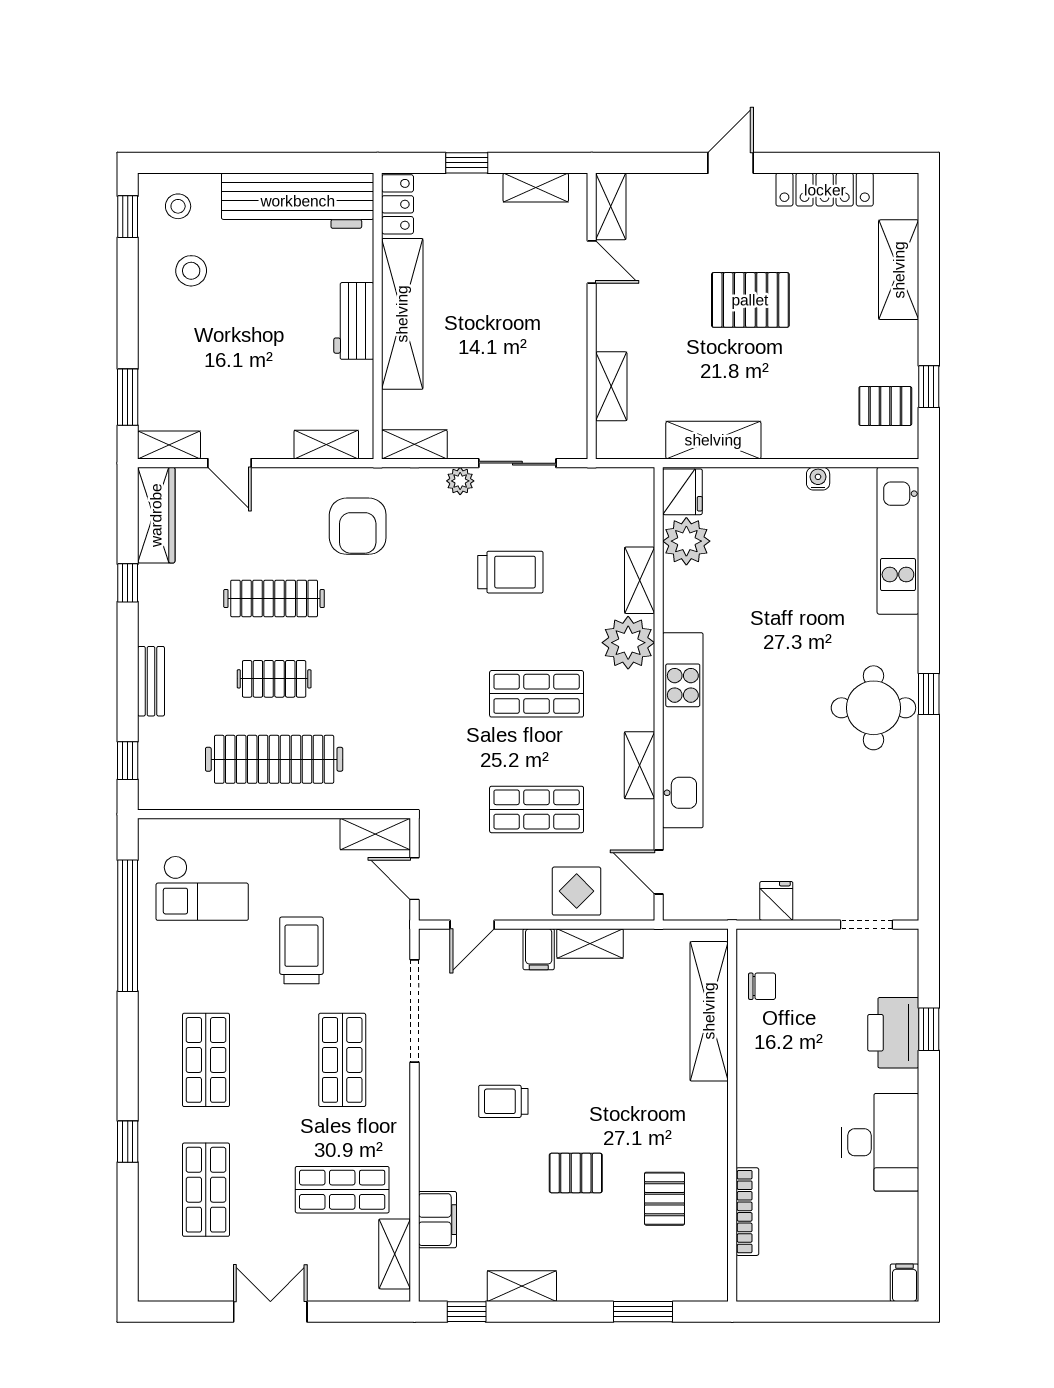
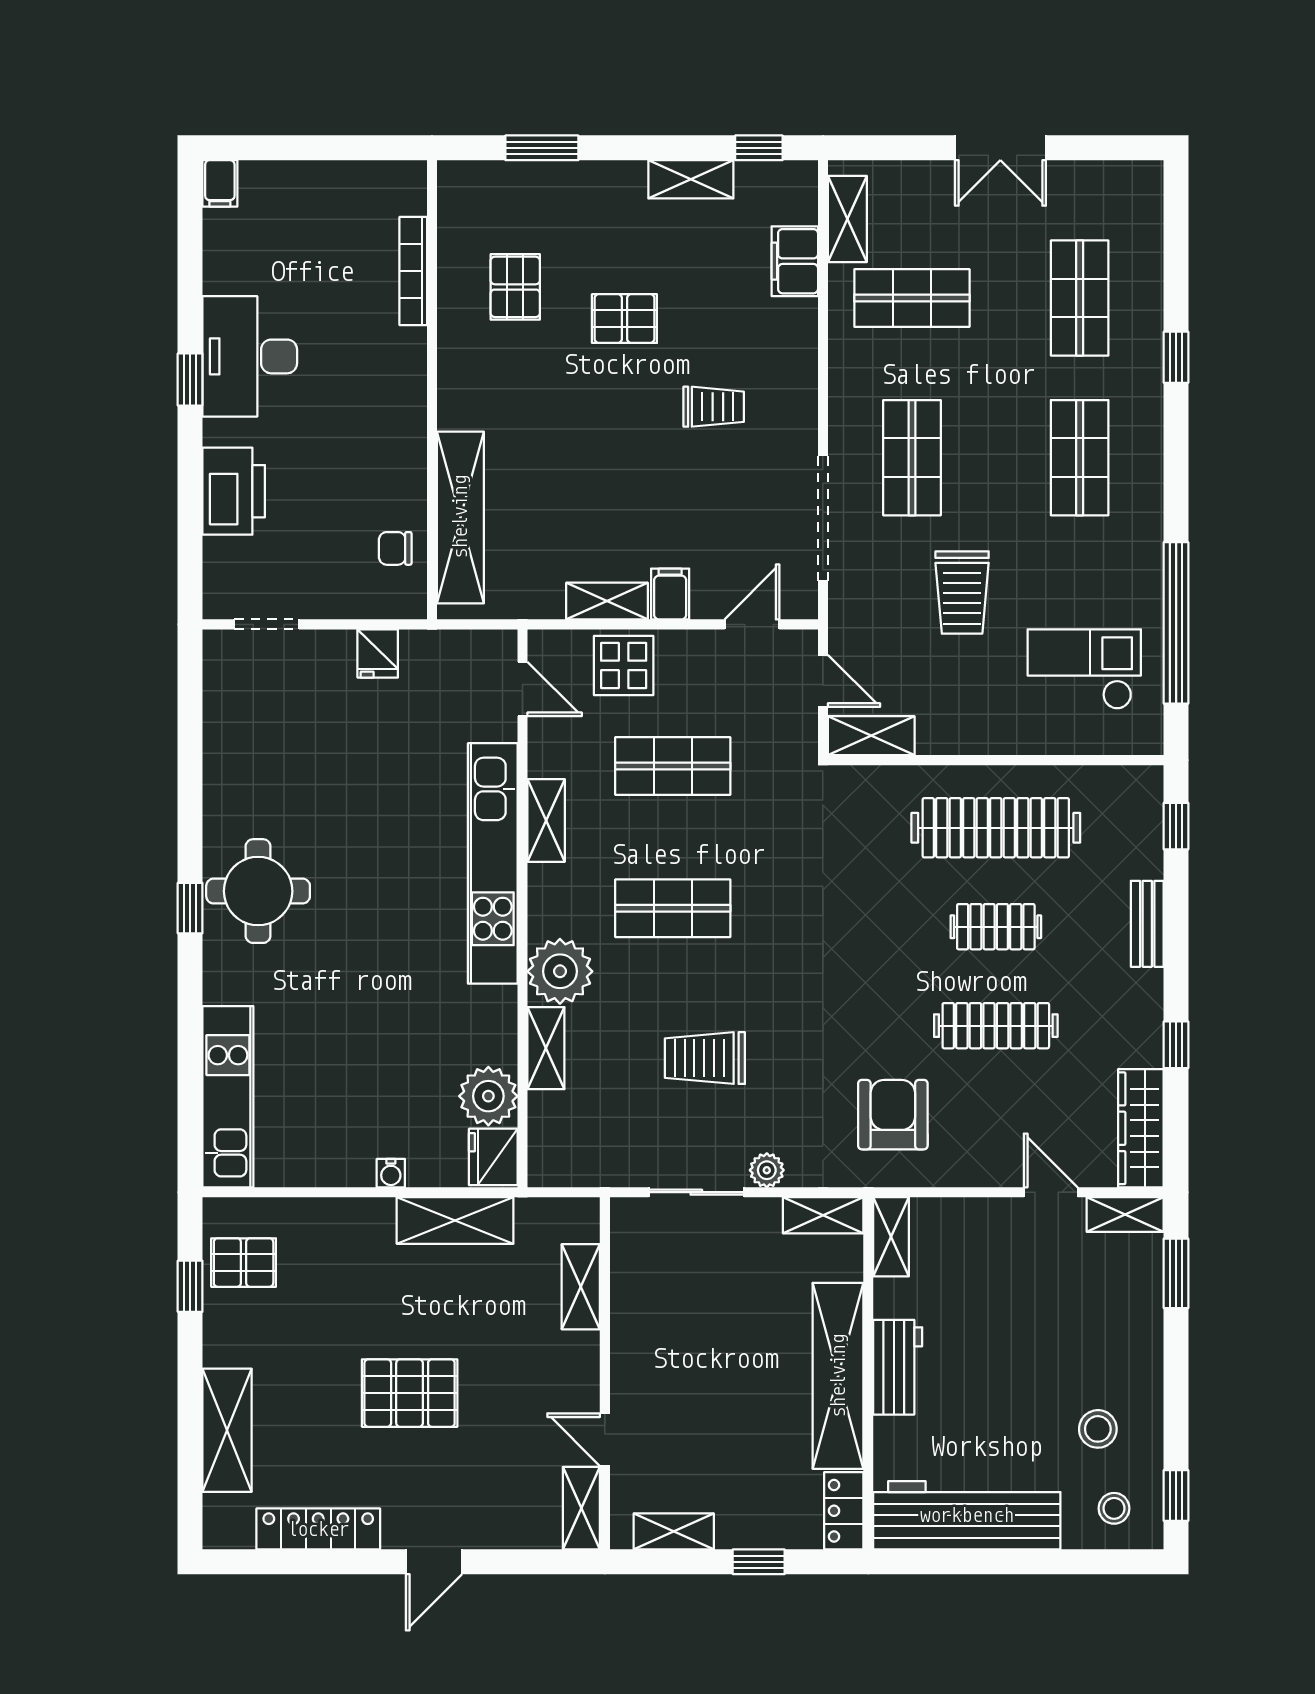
shelving: (326, 445) -> (891, 1237), moved, turned 90
water cooler: (818, 479) -> (391, 1173), moved
window: (929, 1029) -> (190, 379), moved

